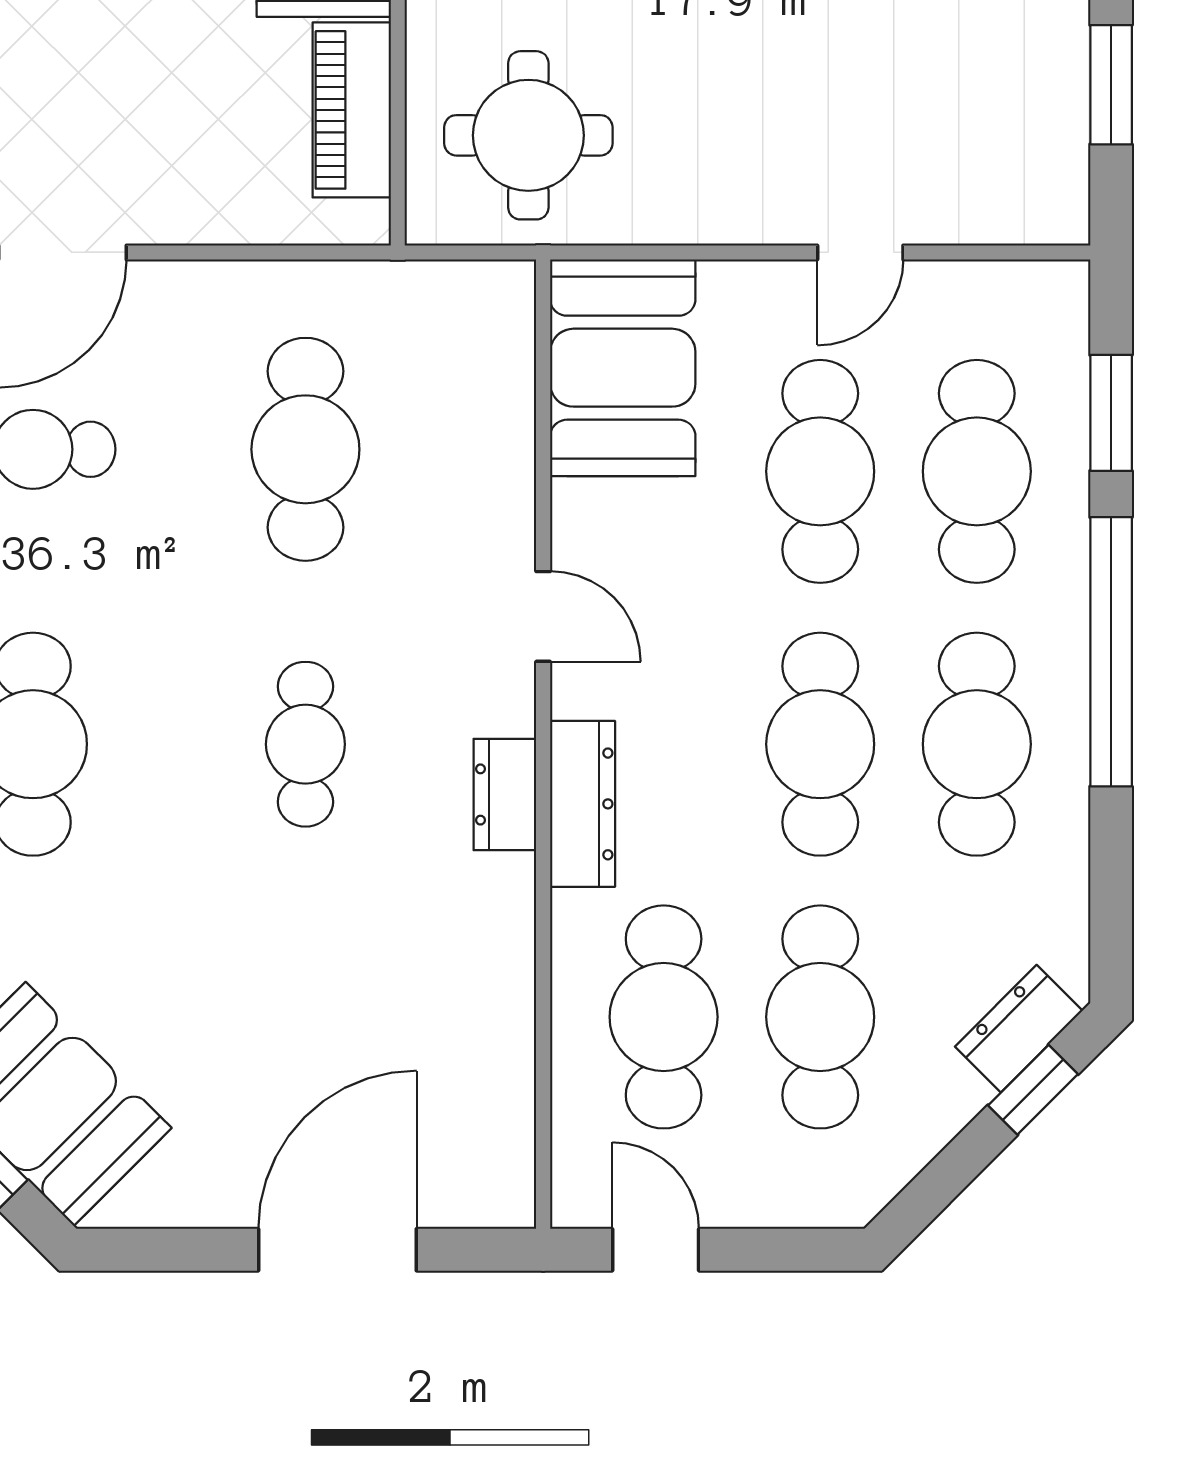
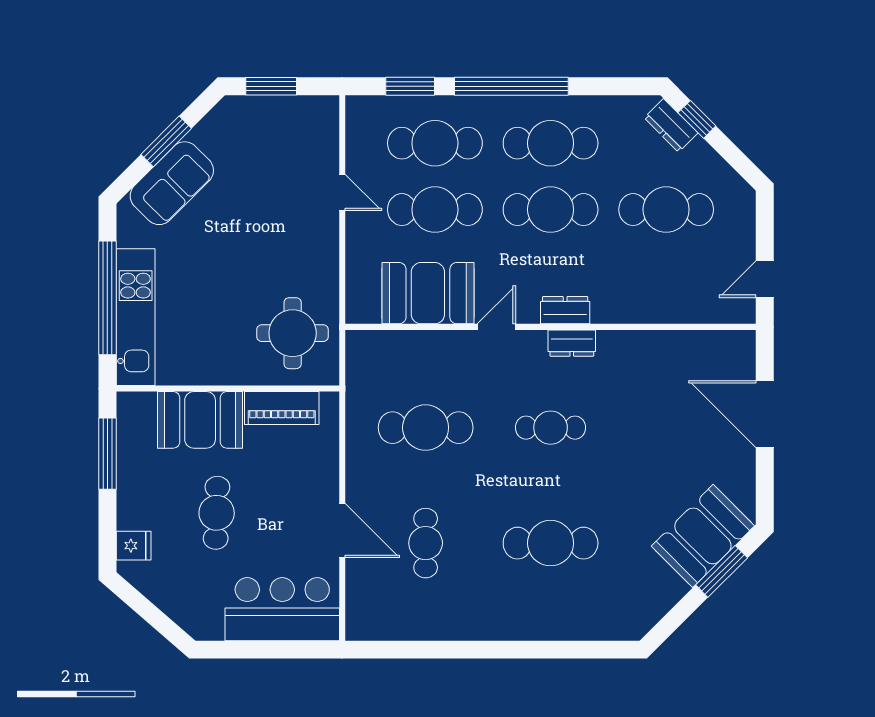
booth: (623, 368) -> (428, 293), moved
dresser: (583, 804) -> (565, 310), width x0.70
cafe table: (664, 1017) -> (666, 276), removed

